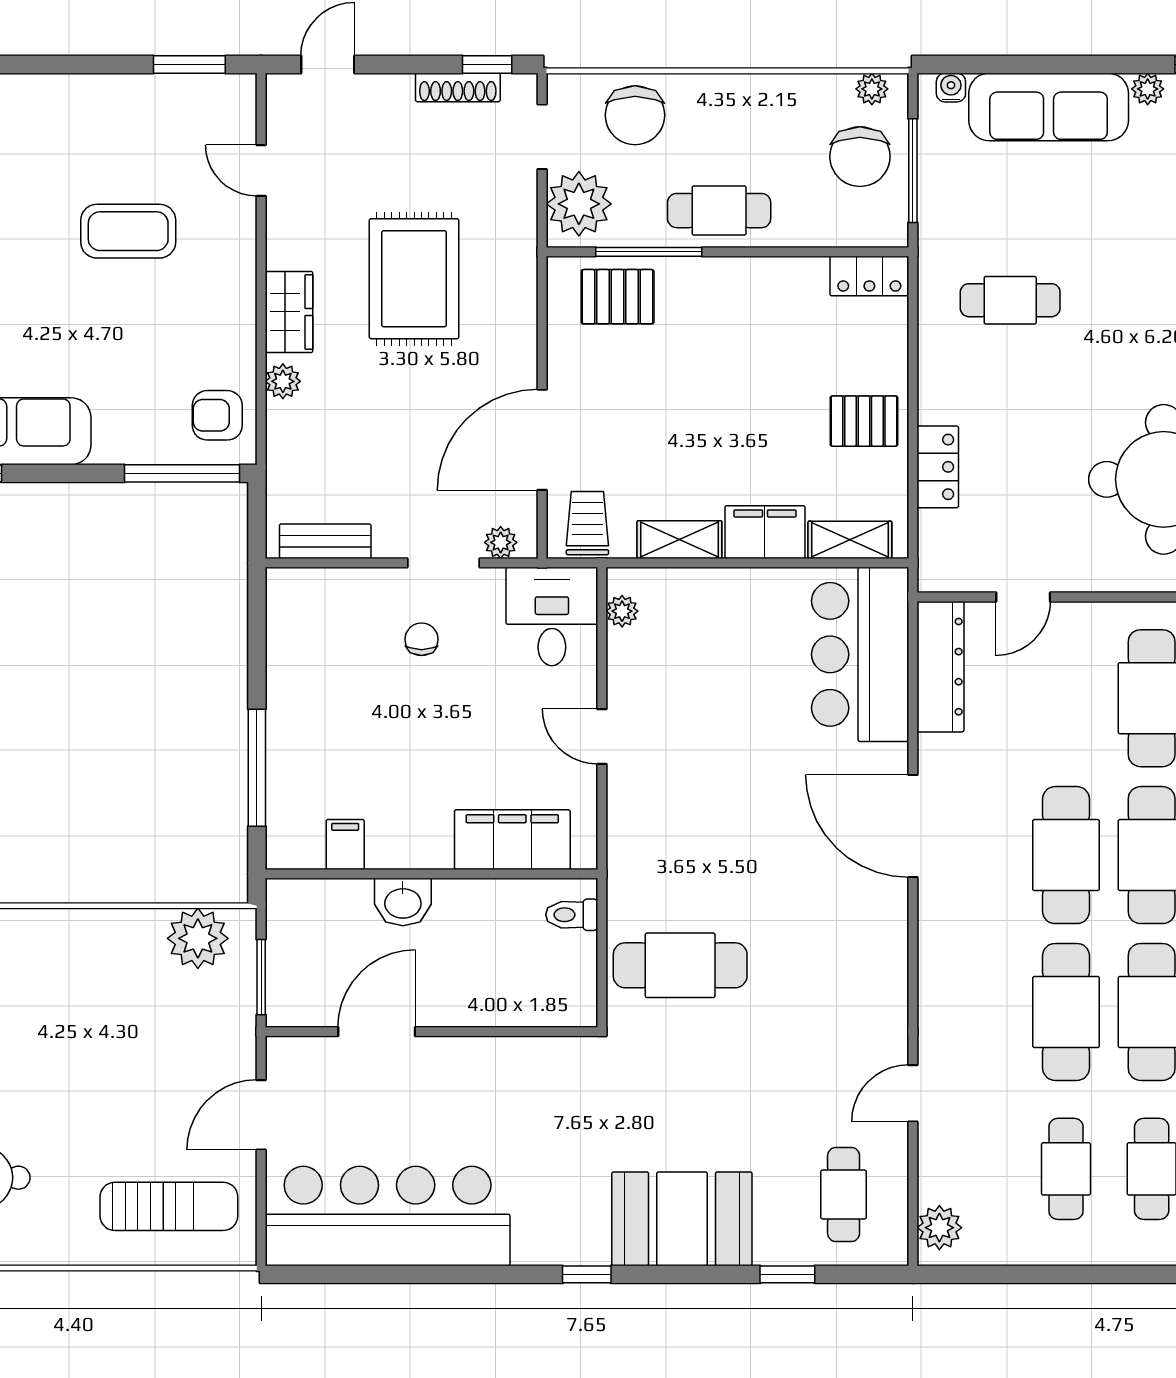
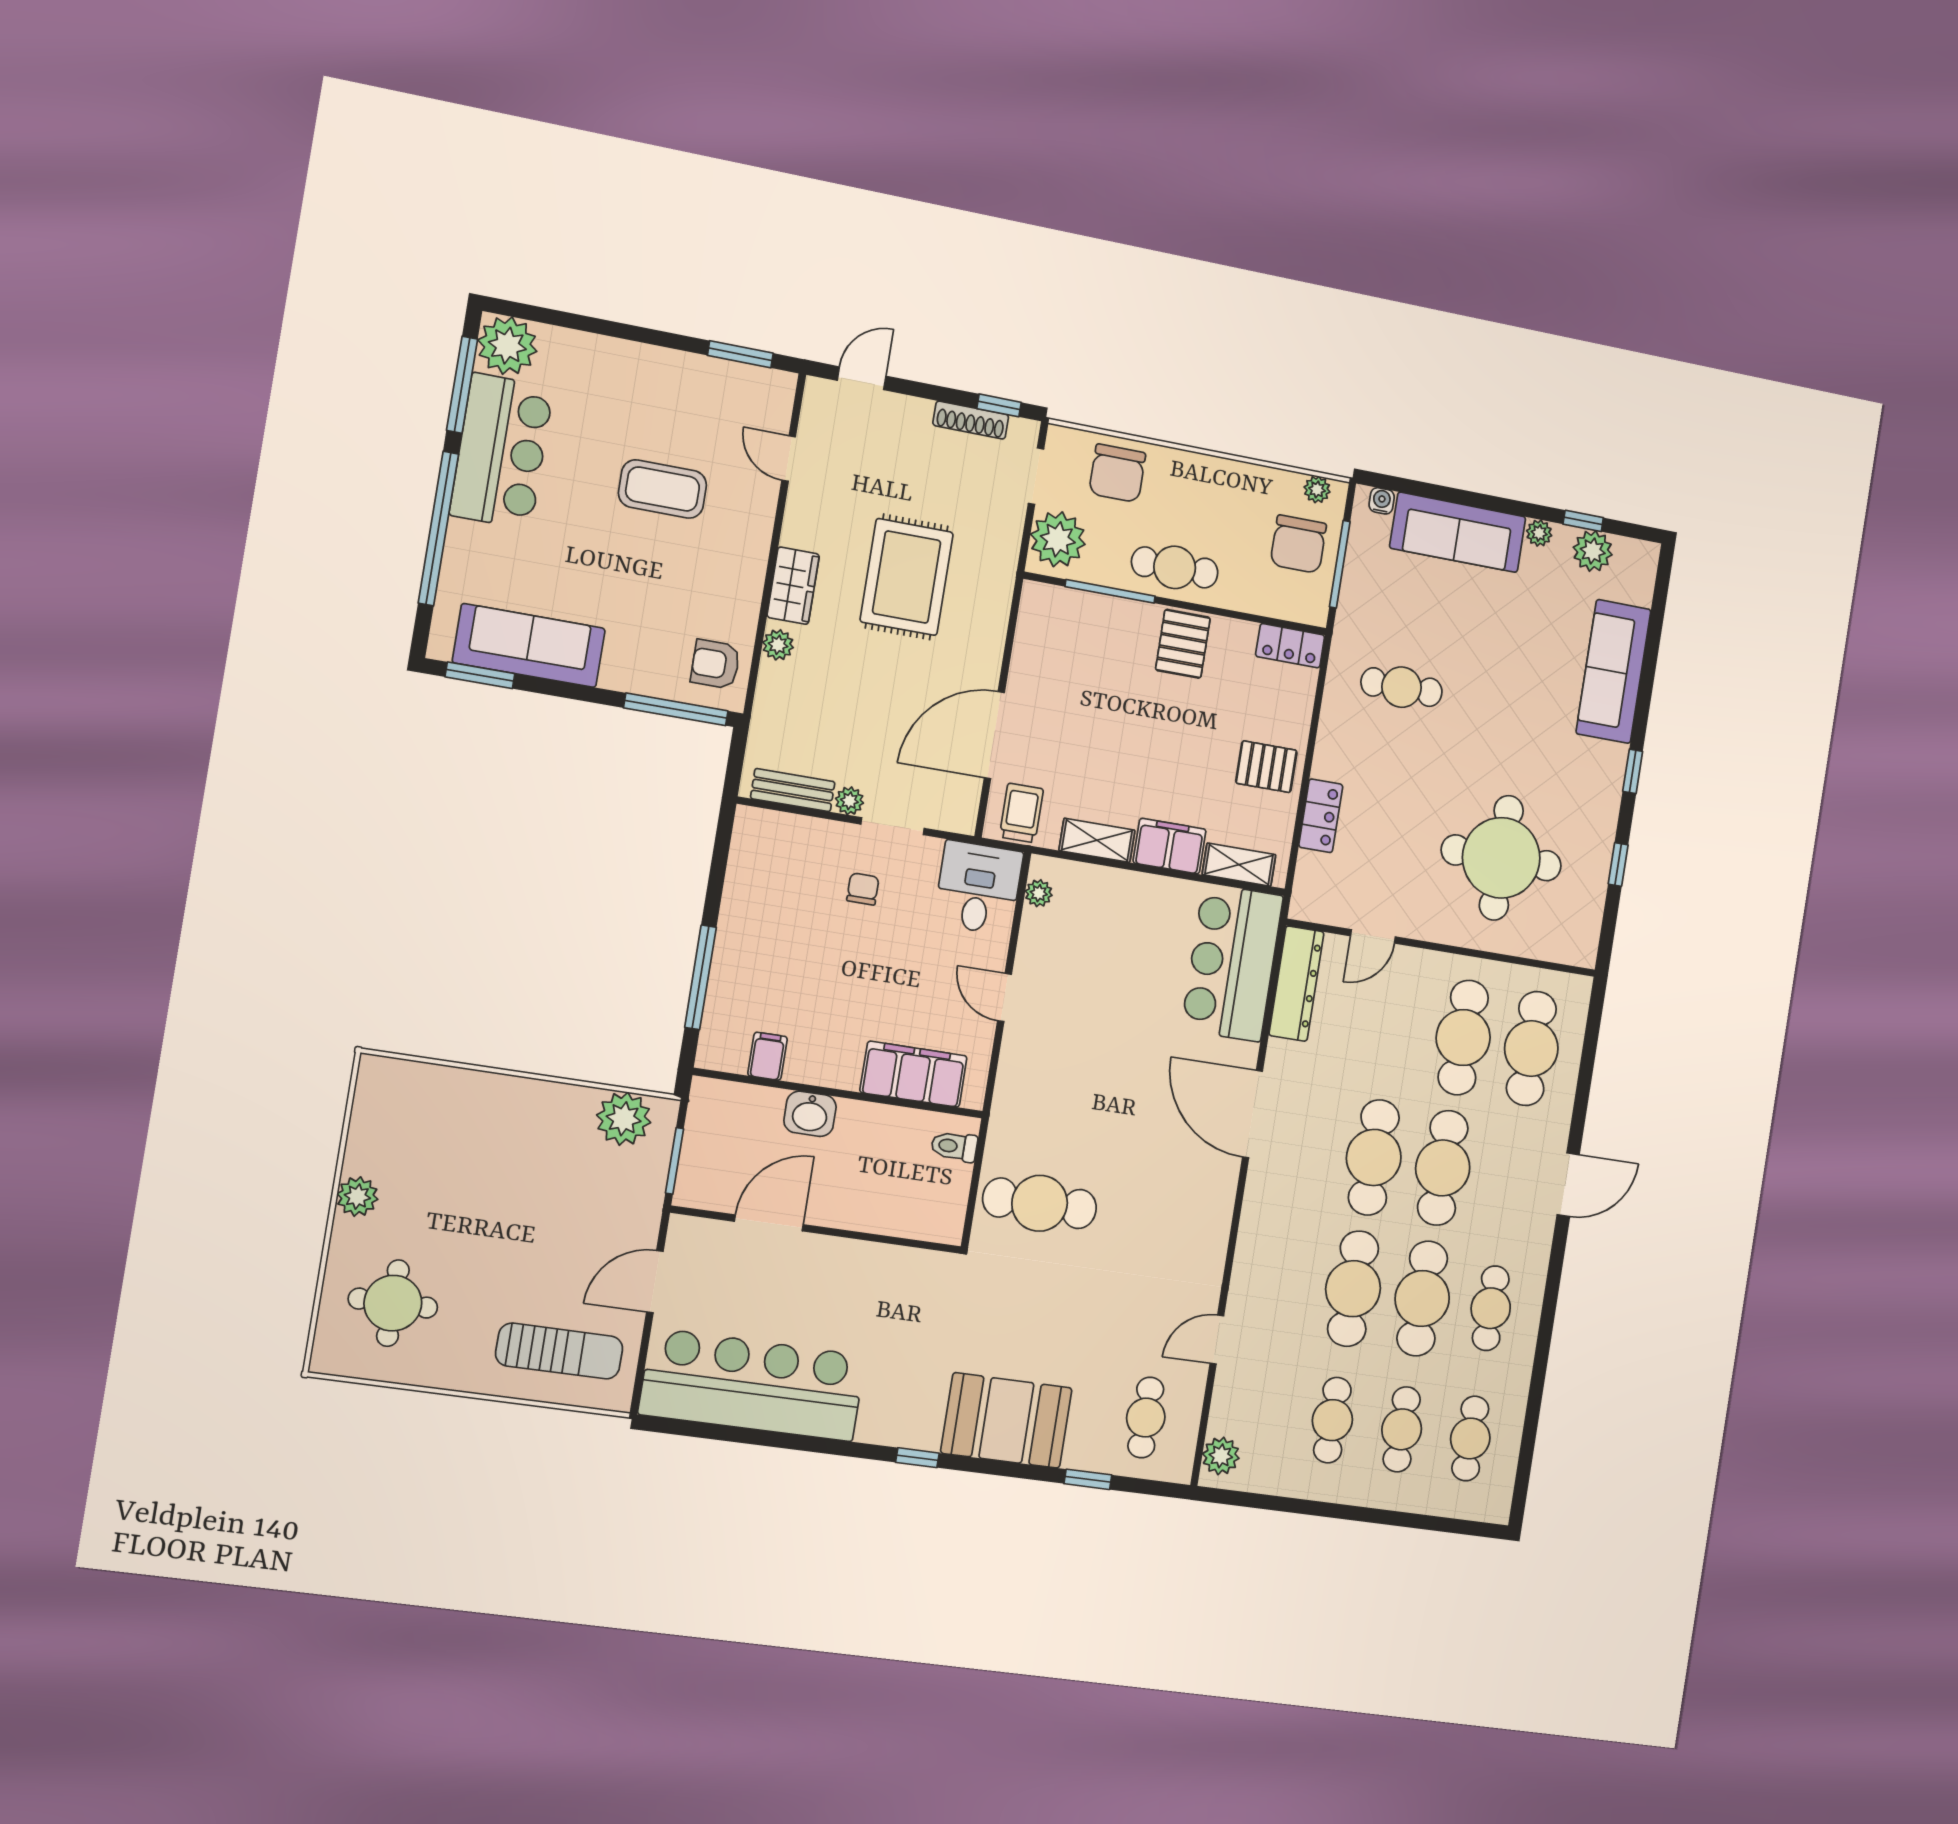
pallet: (618, 297) -> (1183, 644), moved, turned 90
plant: (501, 542) -> (849, 801), moved

